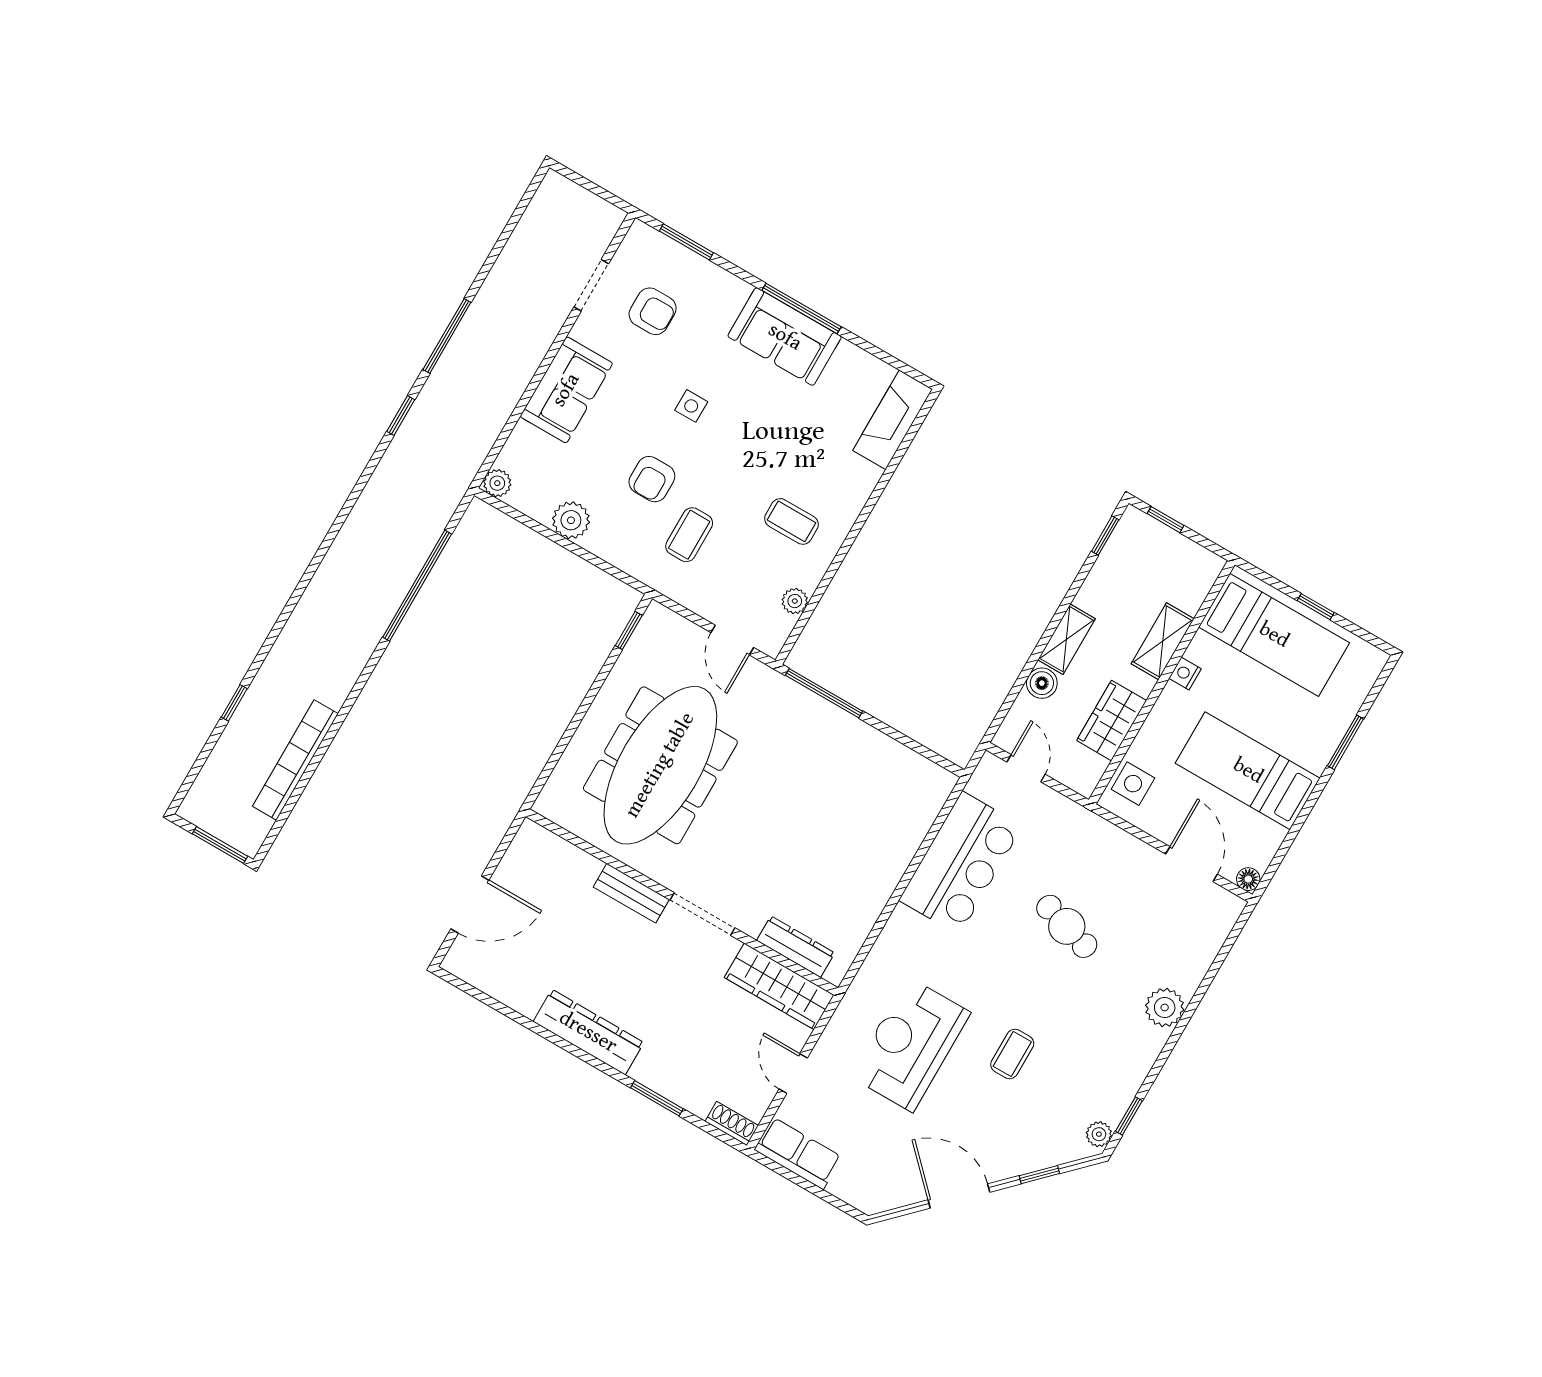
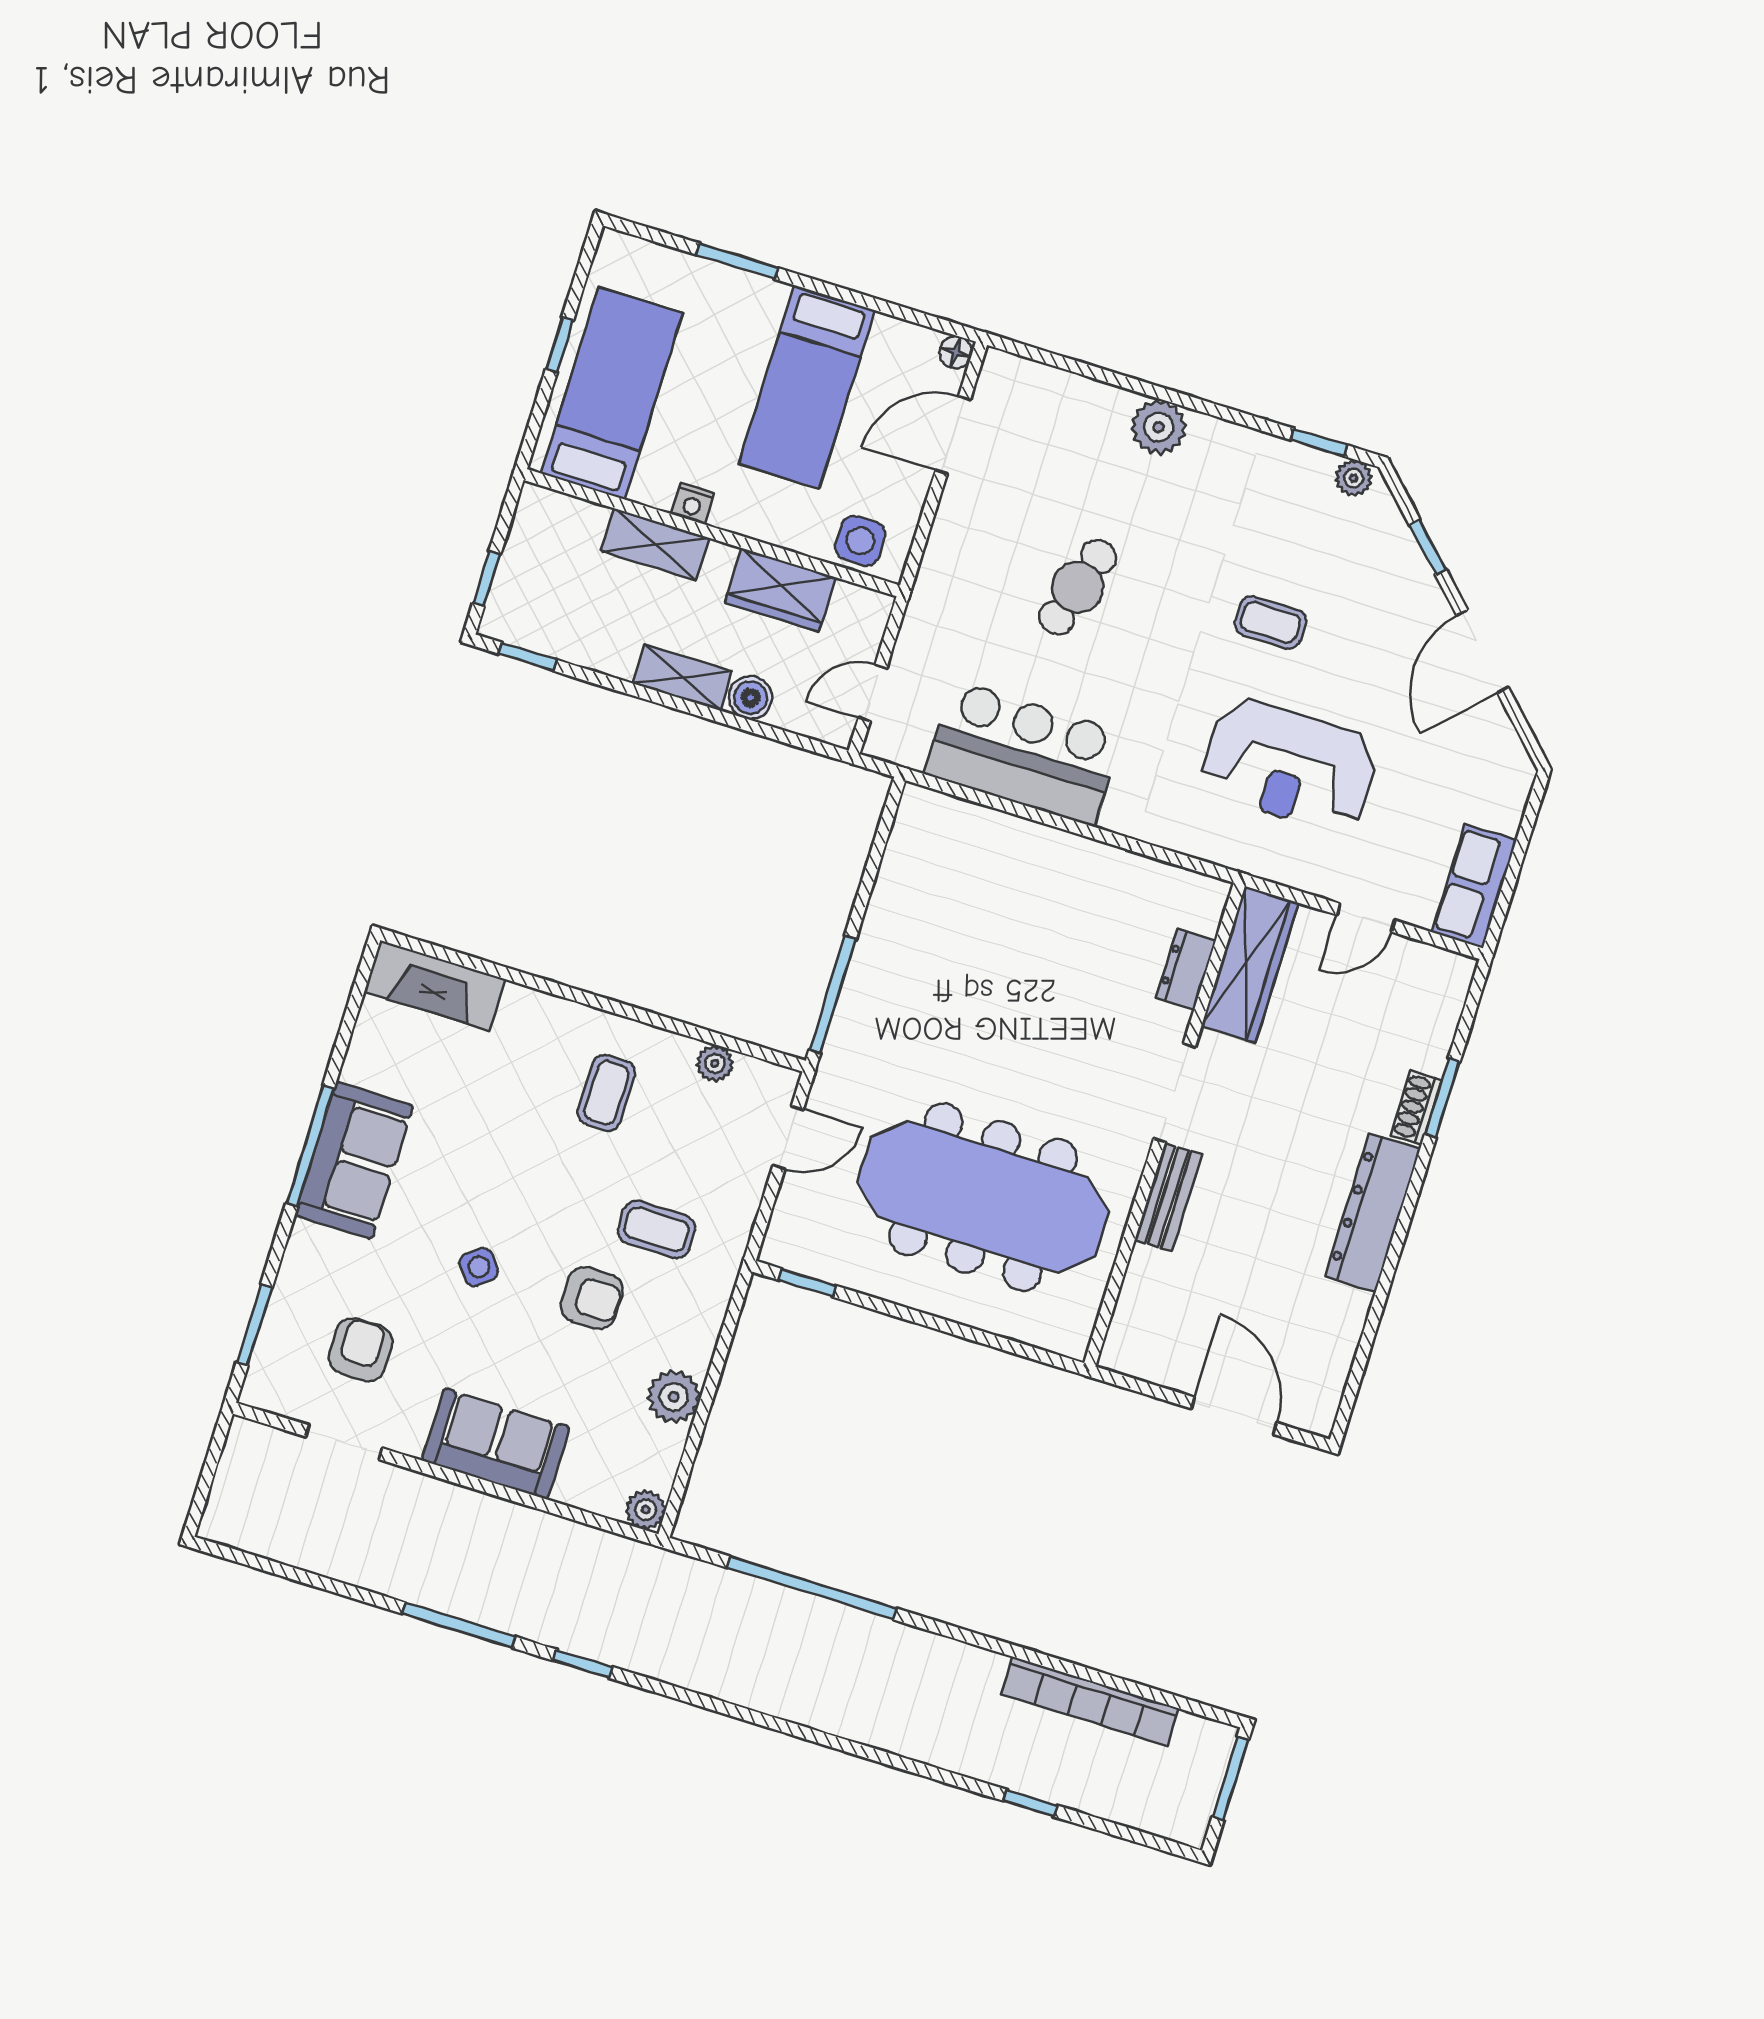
side table: (691, 406) -> (479, 1267), turned -38
dresser: (796, 947) -> (1186, 969), width x0.70
shoe rack: (732, 1124) -> (1416, 1108), moved

